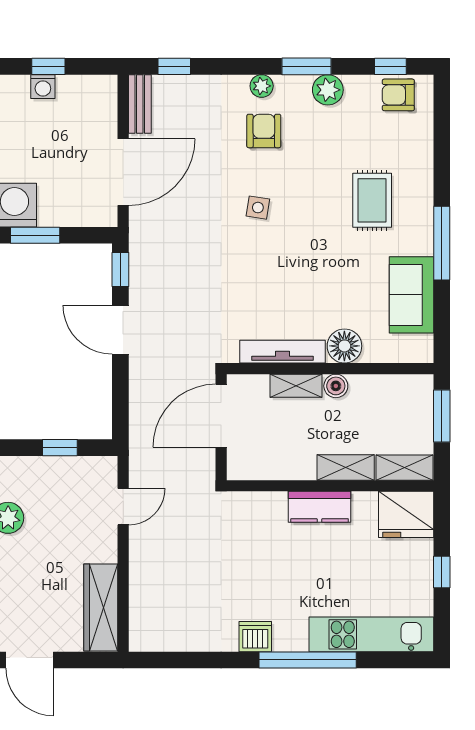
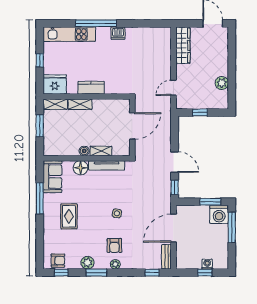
floor lamp: (344, 346) -> (81, 168), moved
tv unit: (282, 352) -> (107, 165), moved
wall: (330, 369) -> (87, 158), moved
shelving: (296, 386) -> (101, 151), moved
boiler: (336, 386) -> (84, 151), moved

